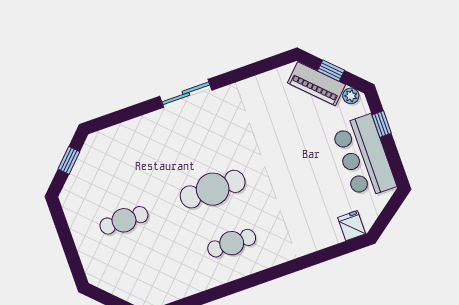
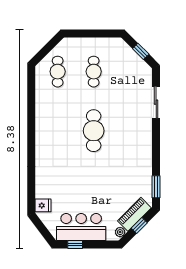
window: (264, 66) -> (156, 187), added
sliding door: (186, 93) -> (156, 102), moved
window: (382, 124) -> (75, 244), moved
cafe table: (232, 243) -> (58, 72), moved

